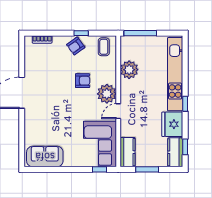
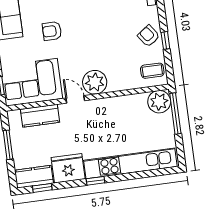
plant: (129, 70) -> (159, 102), moved
armchair: (83, 81) -> (52, 31), moved, turned 90
kitchen counter: (127, 152) -> (40, 116), moved

